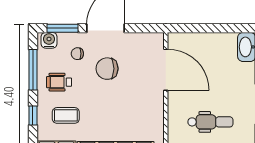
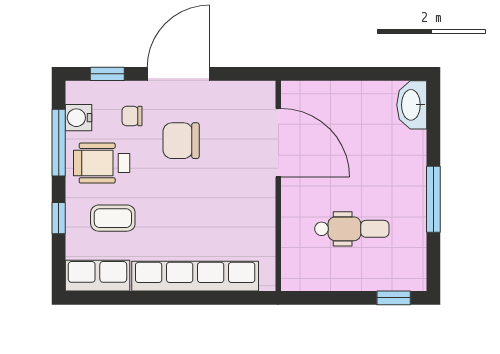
window: (62, 28) -> (107, 74), width x0.67
water cooler: (49, 40) -> (78, 118), moved, turned -90
wheelchair: (59, 82) -> (102, 163), width x1.36, depth x1.37

